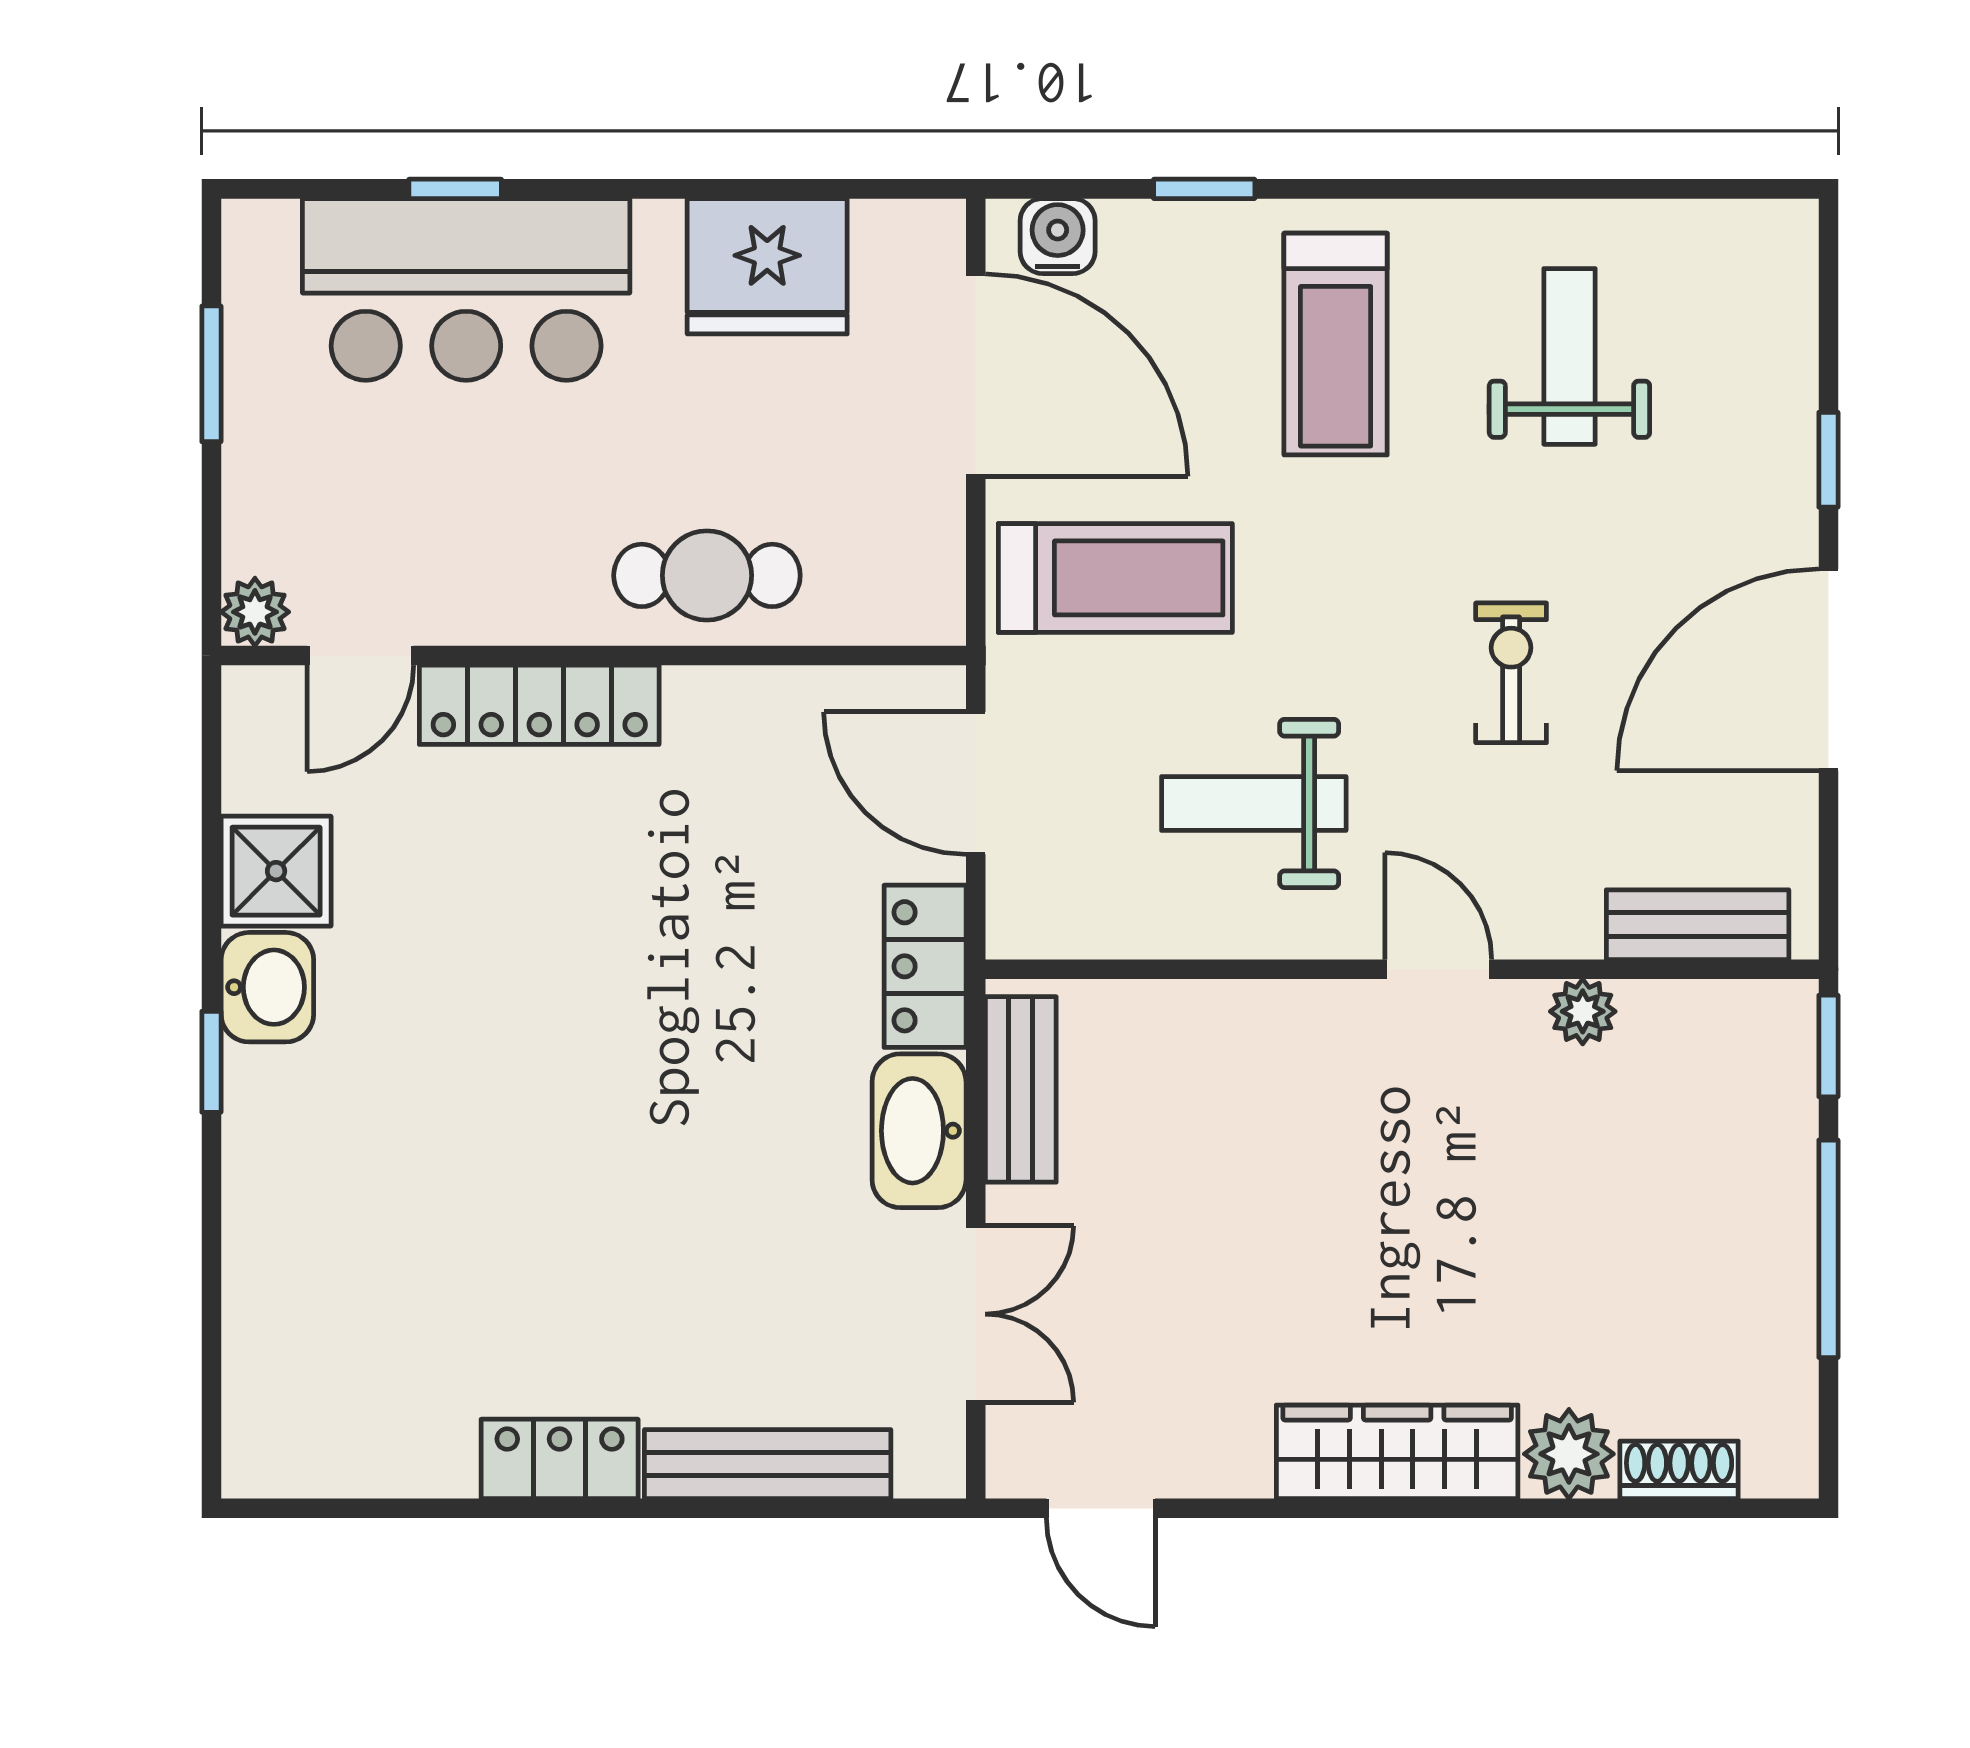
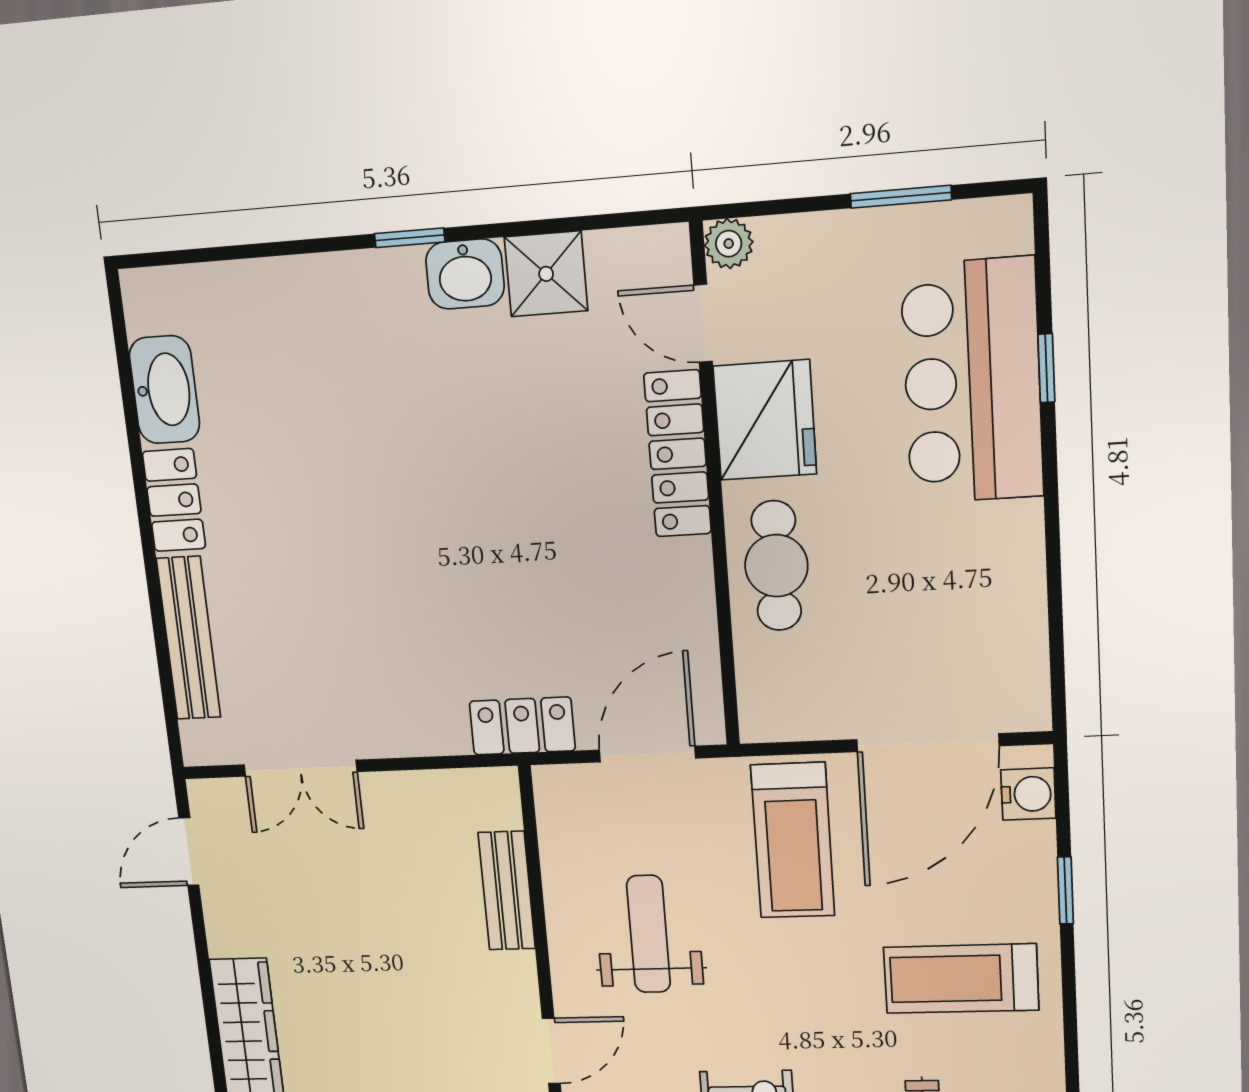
fridge: (767, 266) -> (765, 420), moved, turned 180
bench: (1021, 1089) -> (507, 891), moved, turned 90
washbasin: (919, 1131) -> (165, 390), moved, turned 90

